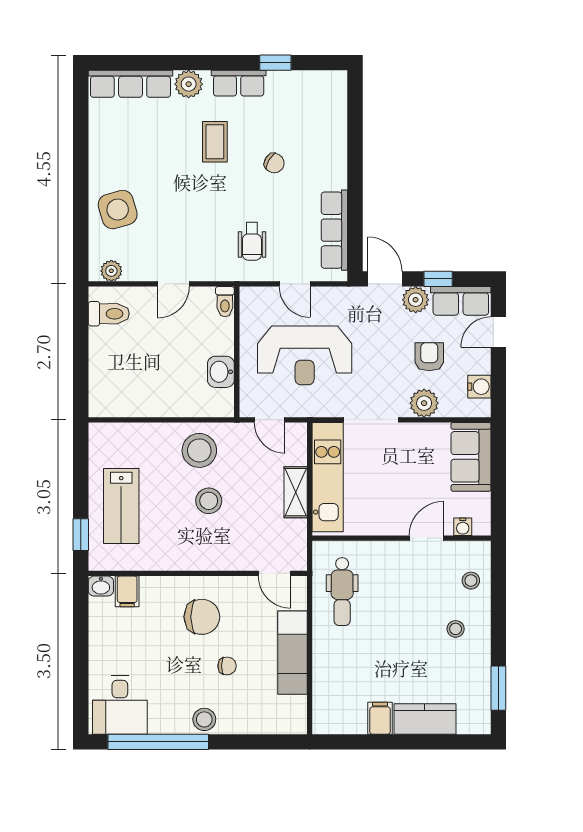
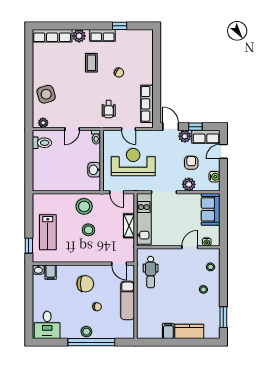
reception desk: (305, 355) -> (133, 162), turned 180
window: (158, 742) -> (91, 342), moved

